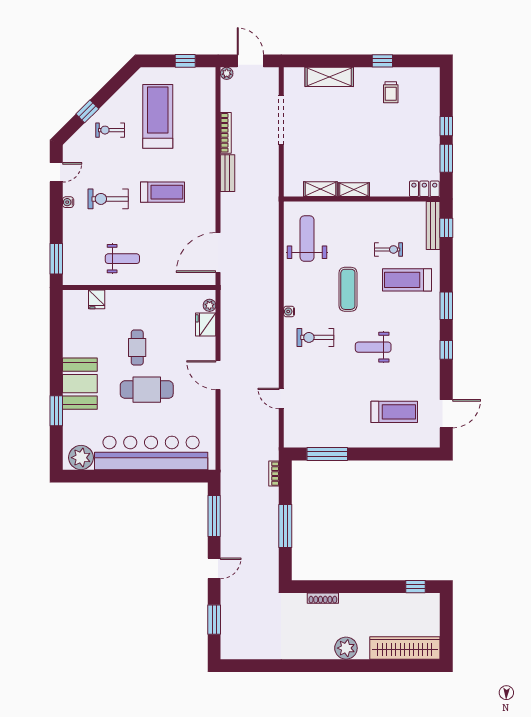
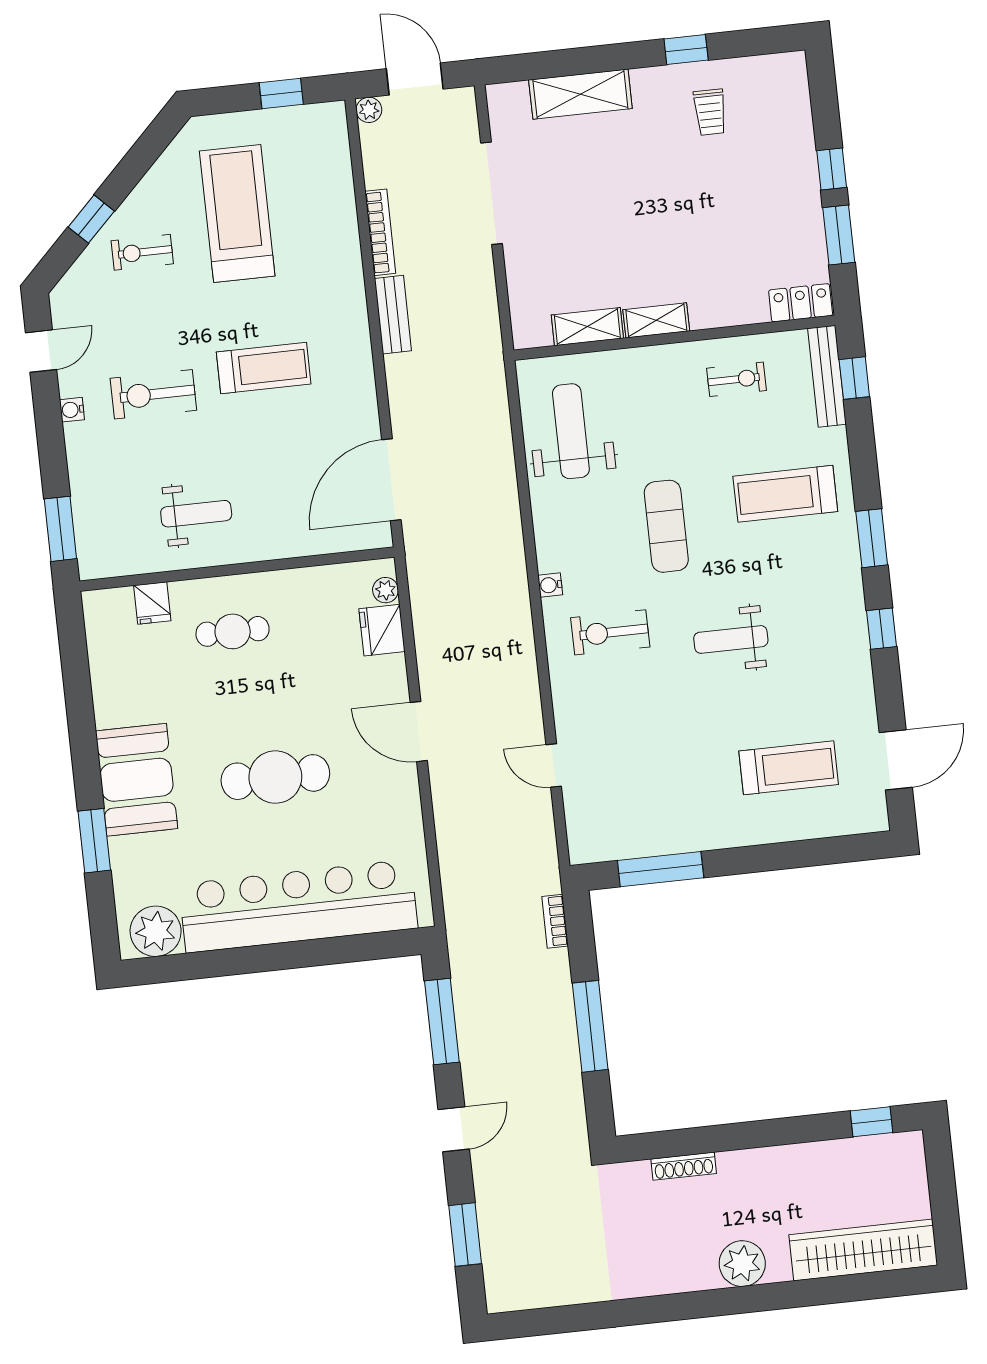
exercise bike: (388, 249) -> (736, 379), moved
cafe table: (137, 348) -> (233, 631), moved, turned 90

